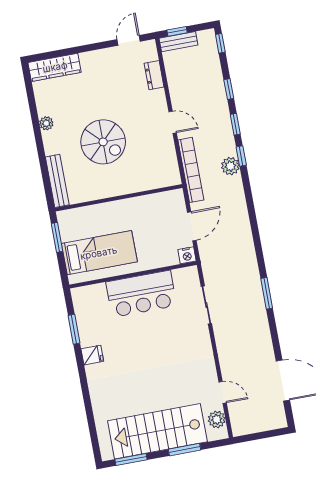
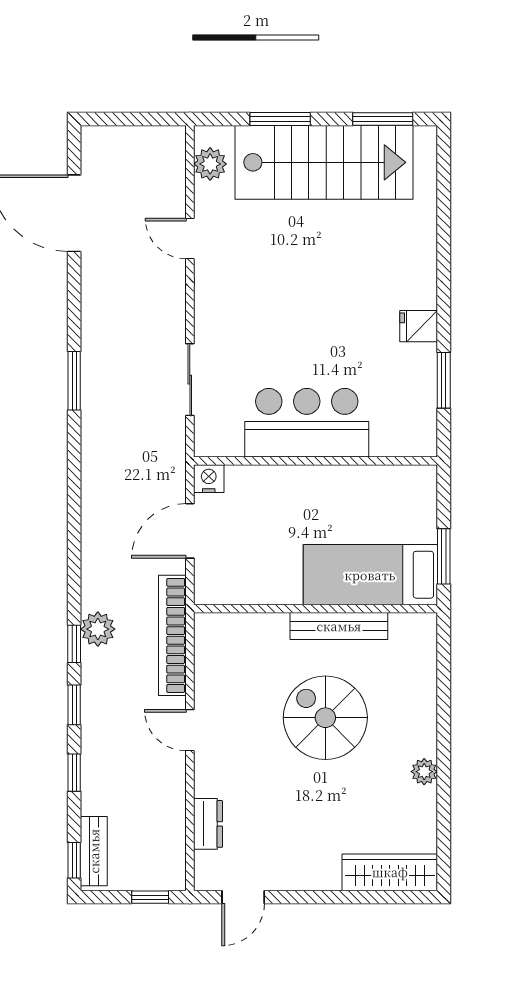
bench: (178, 42) -> (94, 851), moved, turned 90
bench: (57, 181) -> (339, 626), moved, turned 90
bed: (99, 253) -> (370, 575), moved
door: (223, 392) -> (190, 239), moved

